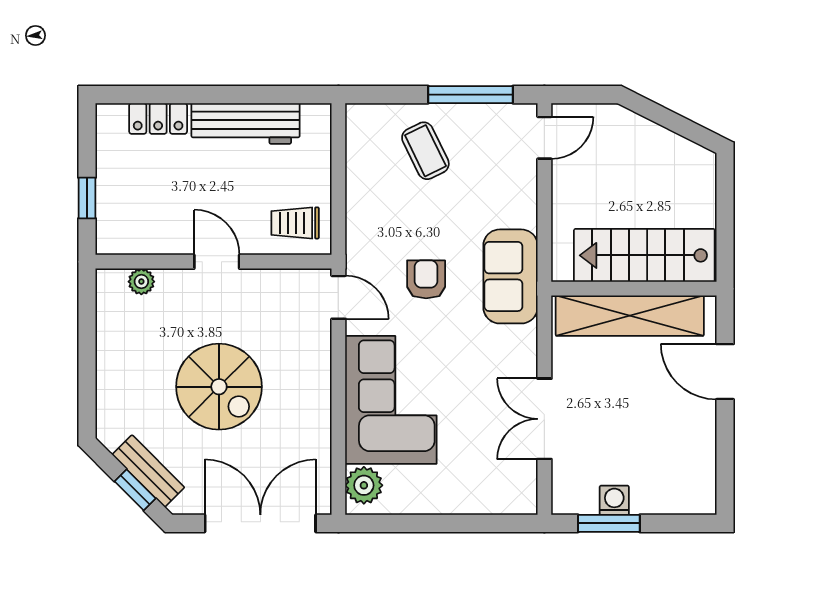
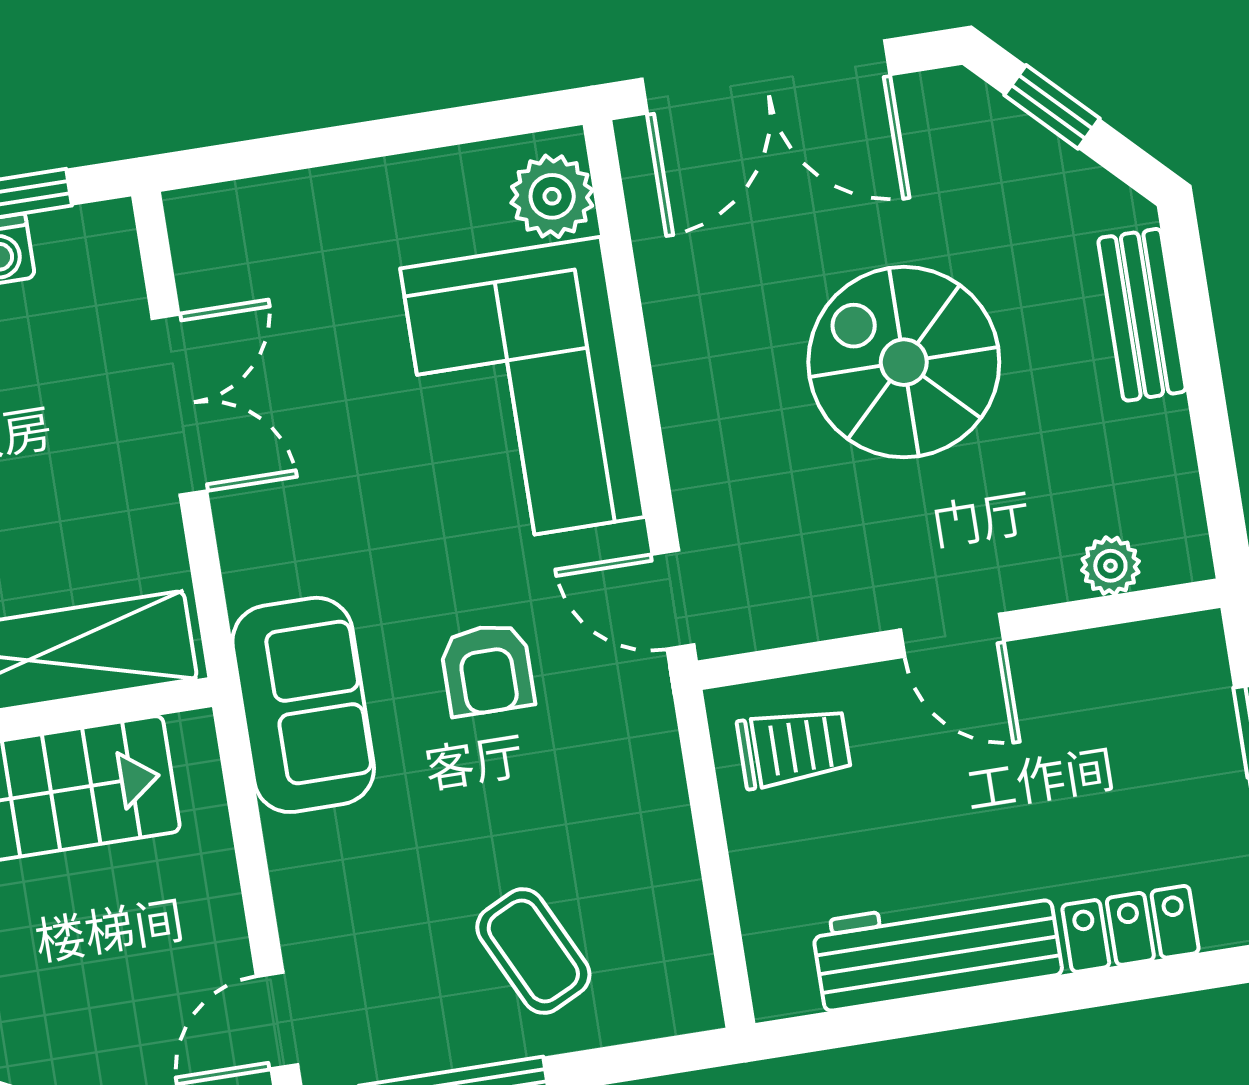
bench: (148, 471) -> (1142, 315), moved, turned 45

